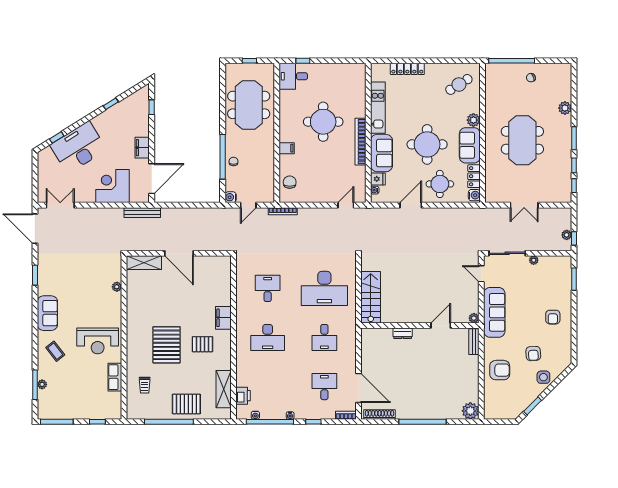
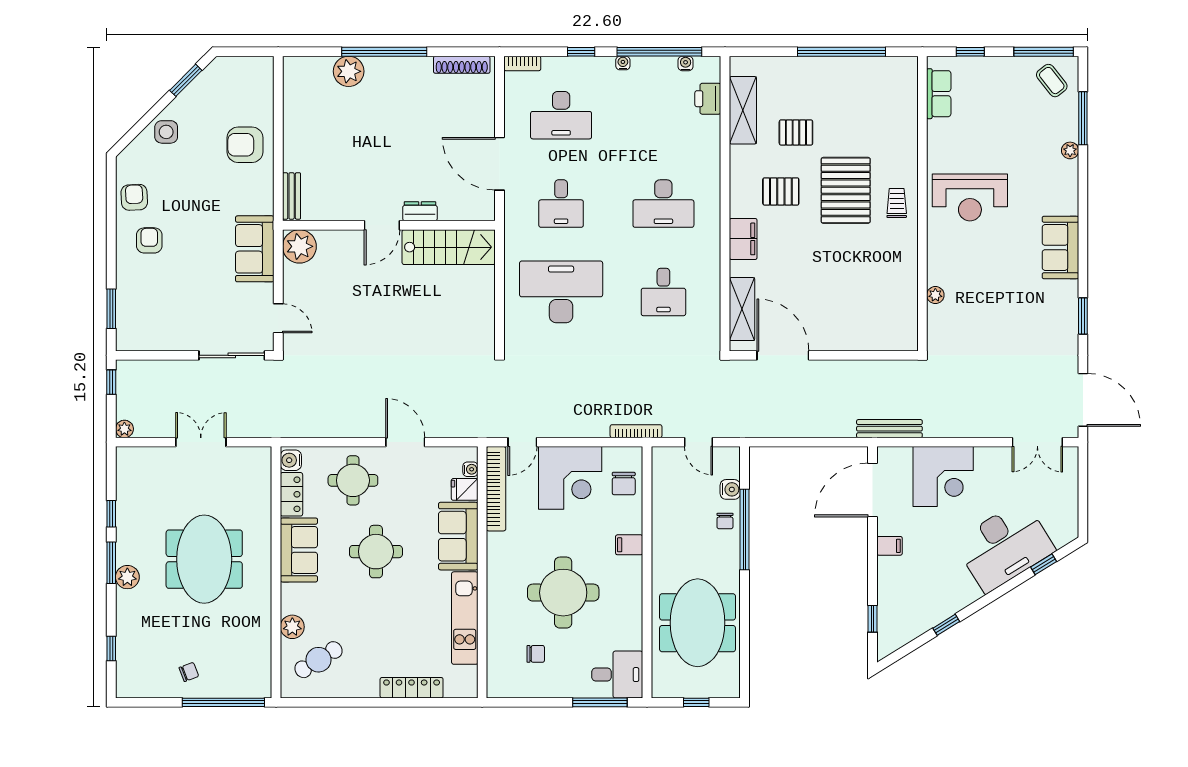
window: (303, 61) -> (600, 702), width x2.17
chair: (338, 88) -> (536, 654), added
plant: (565, 108) -> (127, 577), moved
plant: (473, 120) -> (292, 627), moved
bookcase: (360, 142) -> (496, 489), moved
round table: (427, 144) -> (376, 552), width x0.73, depth x0.73
filing cabinet: (142, 148) -> (890, 546), width x0.50
corner desk: (319, 185) -> (570, 478), added
window: (574, 186) -> (111, 648), moved
water cooler: (231, 197) -> (730, 489), moved
door: (248, 205) -> (699, 442), swing flipped
door: (411, 205) -> (405, 442), swing flipped
plant: (567, 235) -> (124, 429), moved
door: (179, 253) -> (783, 355), moved
plant: (534, 260) -> (184, 343), removed
shelving: (144, 263) -> (742, 309), moved, turned 90
stairs: (371, 297) -> (449, 247), moved, turned -90
sofa: (494, 312) -> (255, 249), width x0.73
plant: (474, 318) -> (299, 246), width x1.88, depth x1.88
door: (441, 325) -> (382, 225), moved
desk: (268, 337) -> (663, 204), turned 180
desk: (324, 337) -> (561, 204), turned 180
reception desk: (98, 341) -> (970, 197), turned 180
coffee table: (55, 351) -> (1052, 81), moved
armchair: (533, 354) -> (134, 197), moved
row of seats: (115, 377) -> (939, 94), moved
plant: (42, 384) -> (1070, 150), moved
trolley: (145, 385) -> (897, 203), moved
desk: (324, 387) -> (561, 115), width x1.37
door: (359, 388) -> (499, 164), moved
pallet: (186, 404) -> (796, 132), moved, width x0.67, depth x0.71
plant: (470, 411) -> (349, 71), moved

